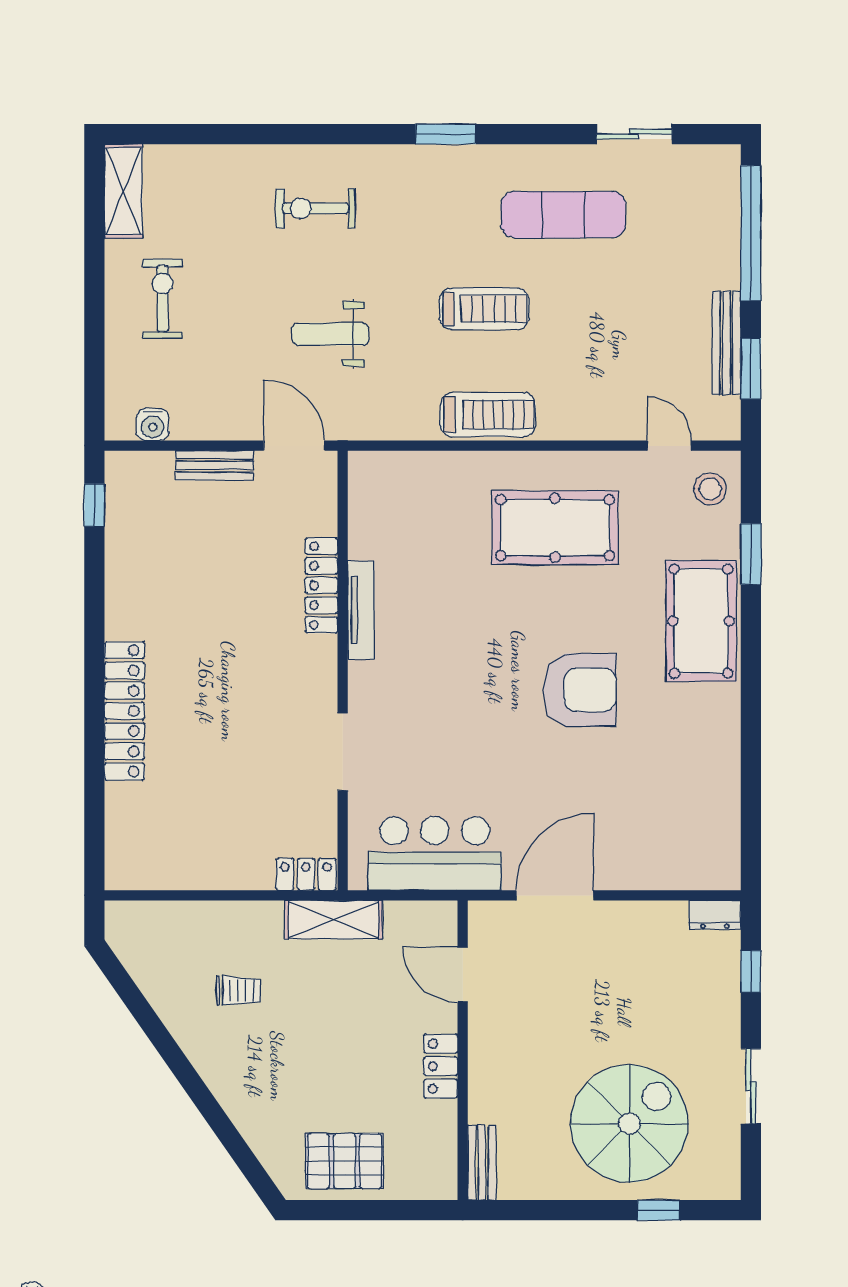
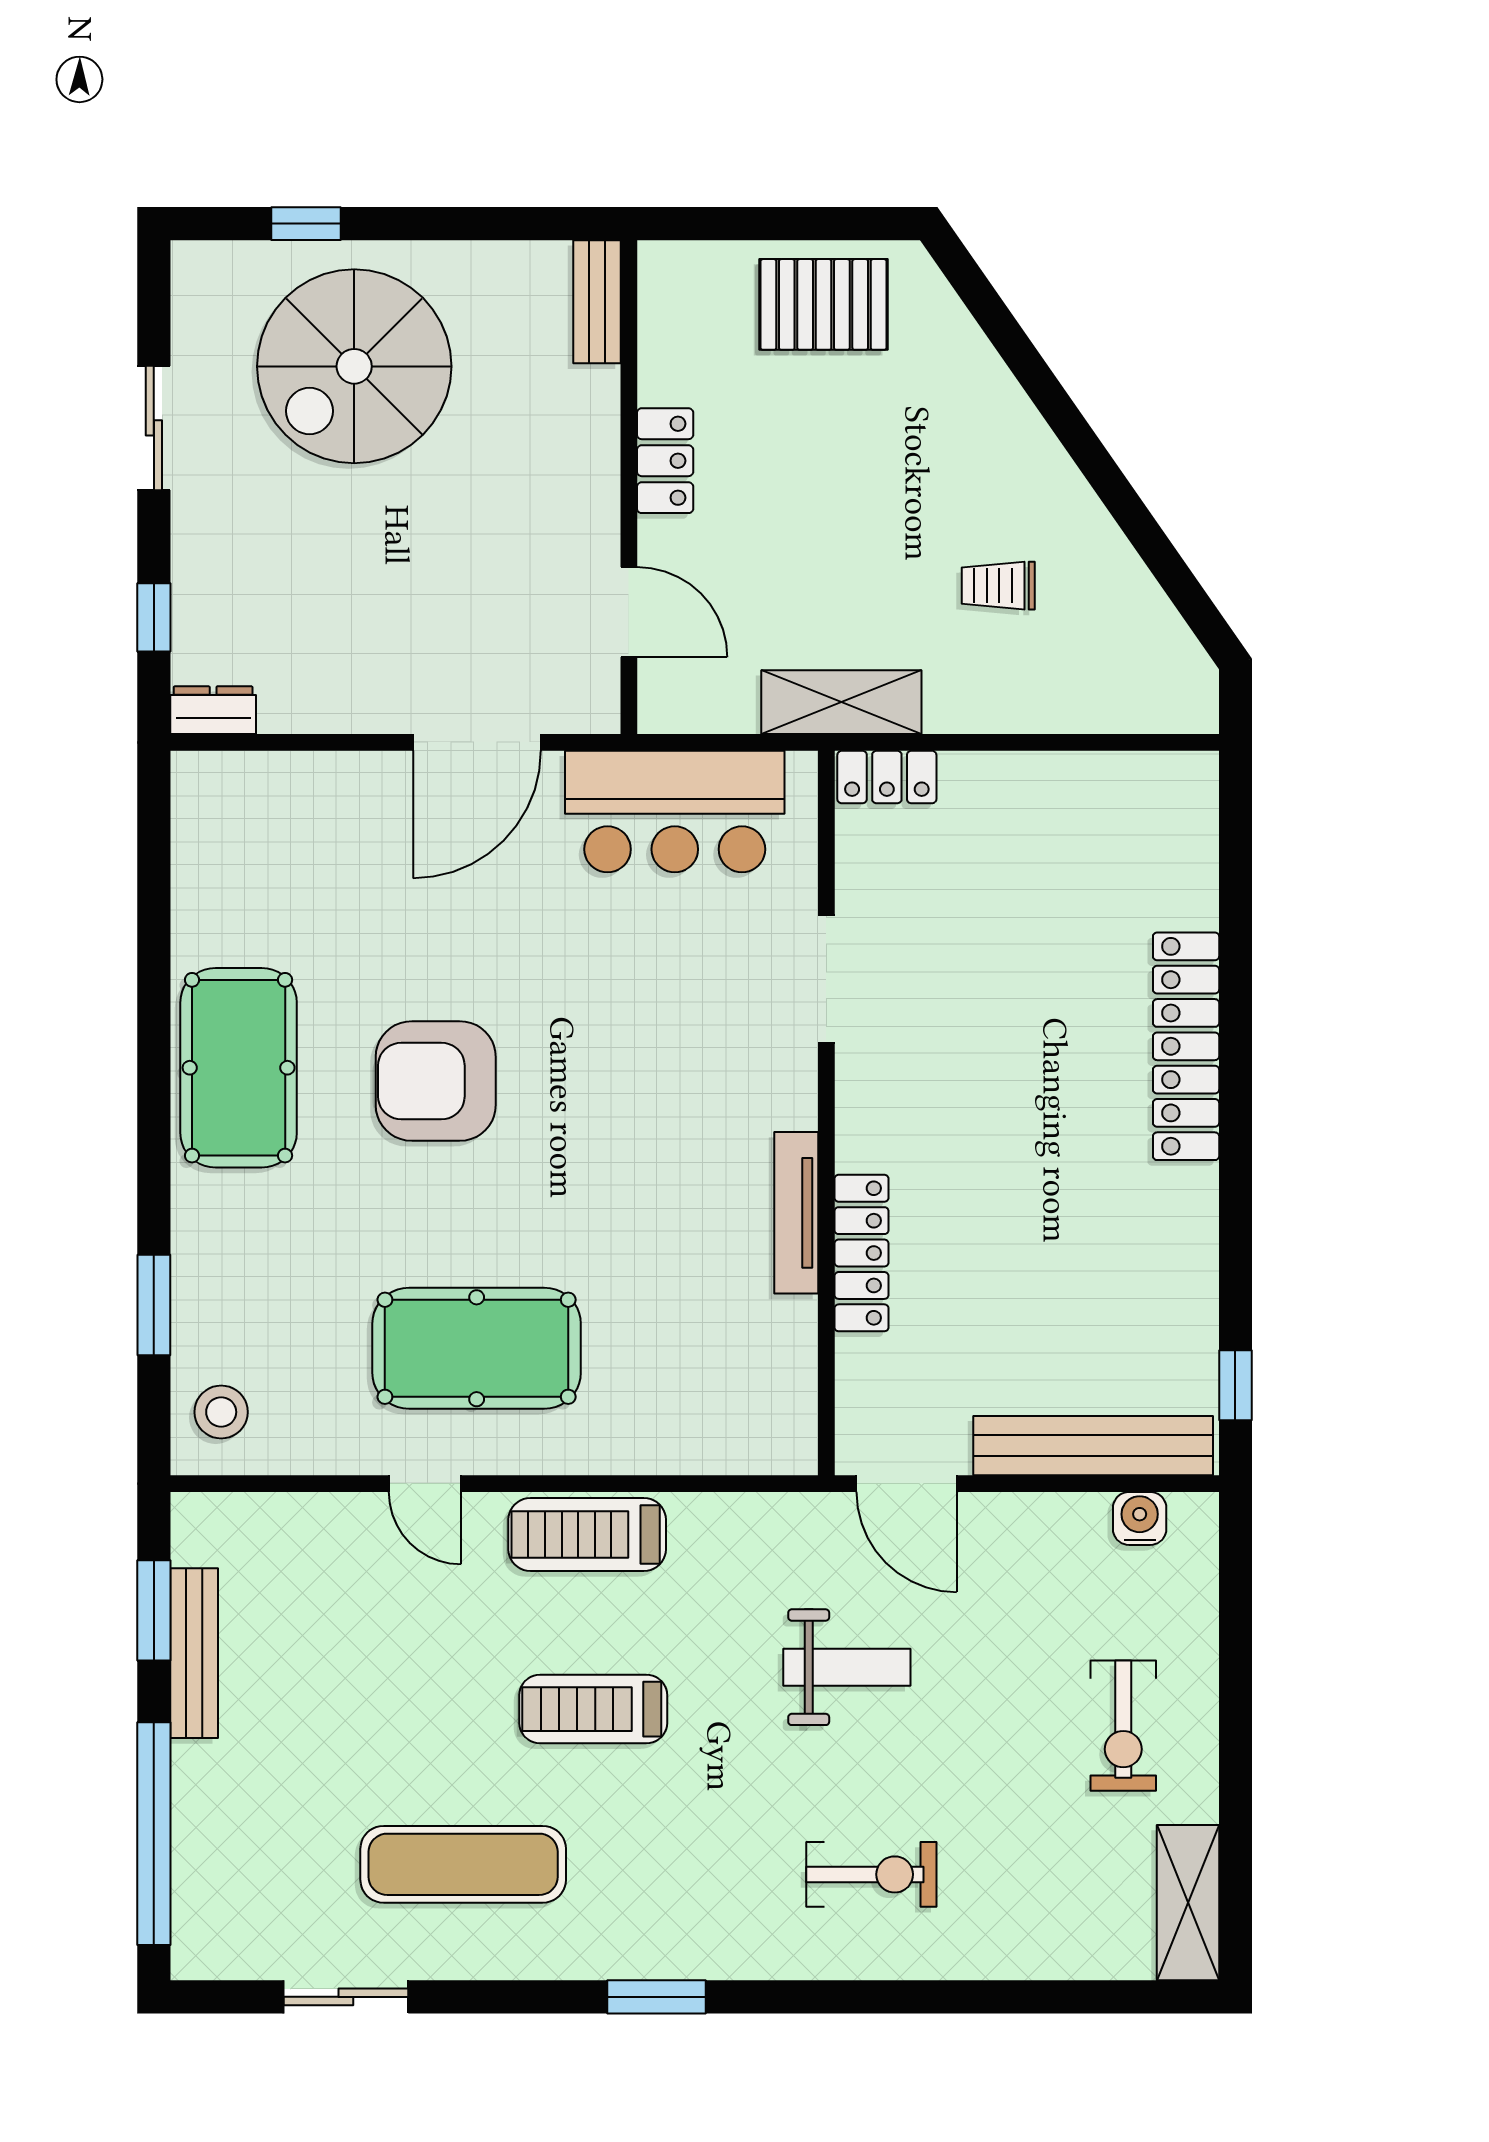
door: (669, 446) -> (425, 1484), moved
bench: (215, 465) -> (1093, 1446), width x1.86, depth x1.21
pool table: (701, 621) -> (239, 1068), moved

